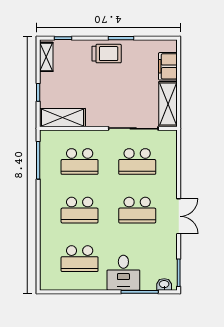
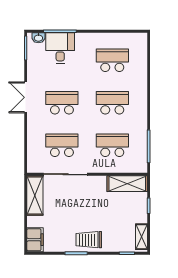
filing cabinet: (168, 66) -> (35, 240), moved
desk: (123, 273) -> (60, 48), moved

